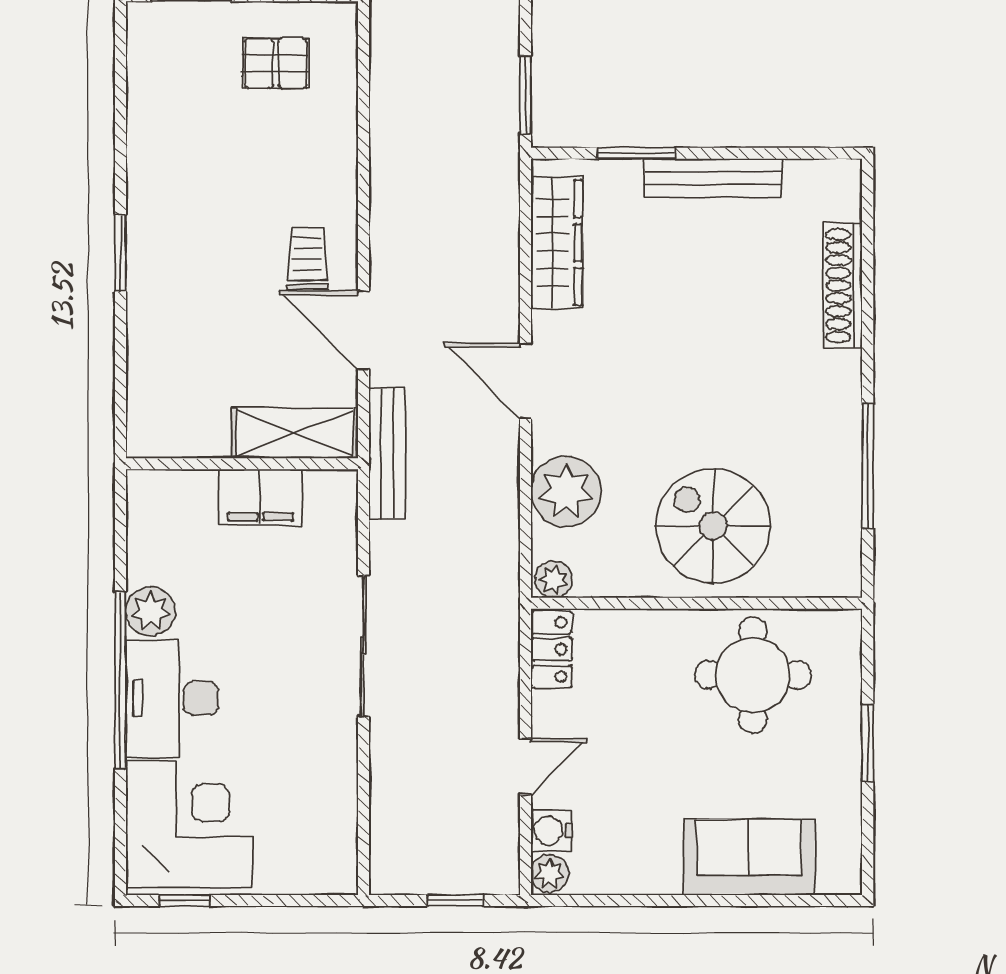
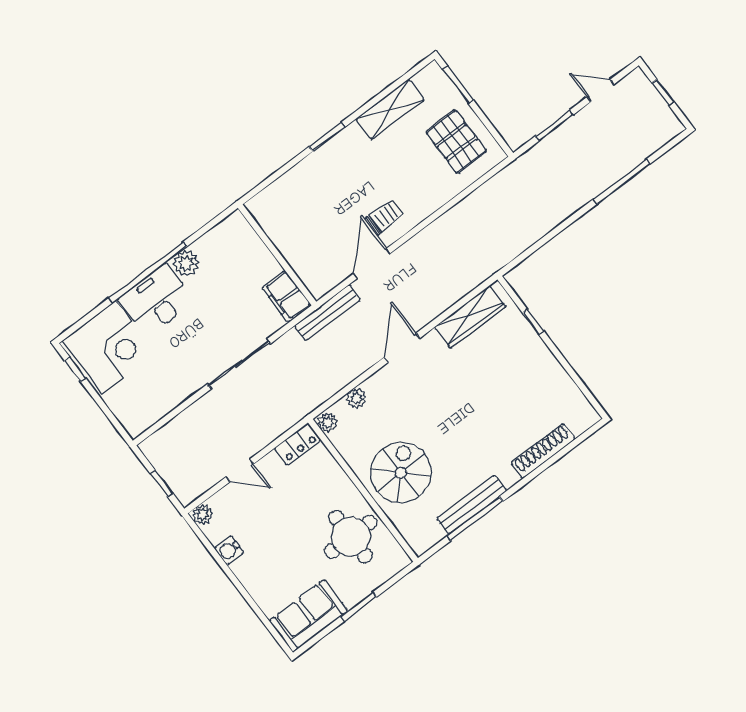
pallet: (276, 63) -> (456, 142), width x1.50, depth x1.42
window: (526, 95) -> (522, 257), removed
window: (636, 153) -> (533, 322), width x0.67
bench: (713, 178) -> (472, 505), moved, turned 90
shelving: (295, 433) -> (390, 110), moved, turned 90
plant: (566, 492) -> (356, 398), width x0.53, depth x0.53
filing cabinet: (260, 497) -> (287, 297), moved
water cooler: (552, 831) -> (229, 550), moved, turned -90
sofa: (749, 857) -> (309, 616), moved, turned -90

